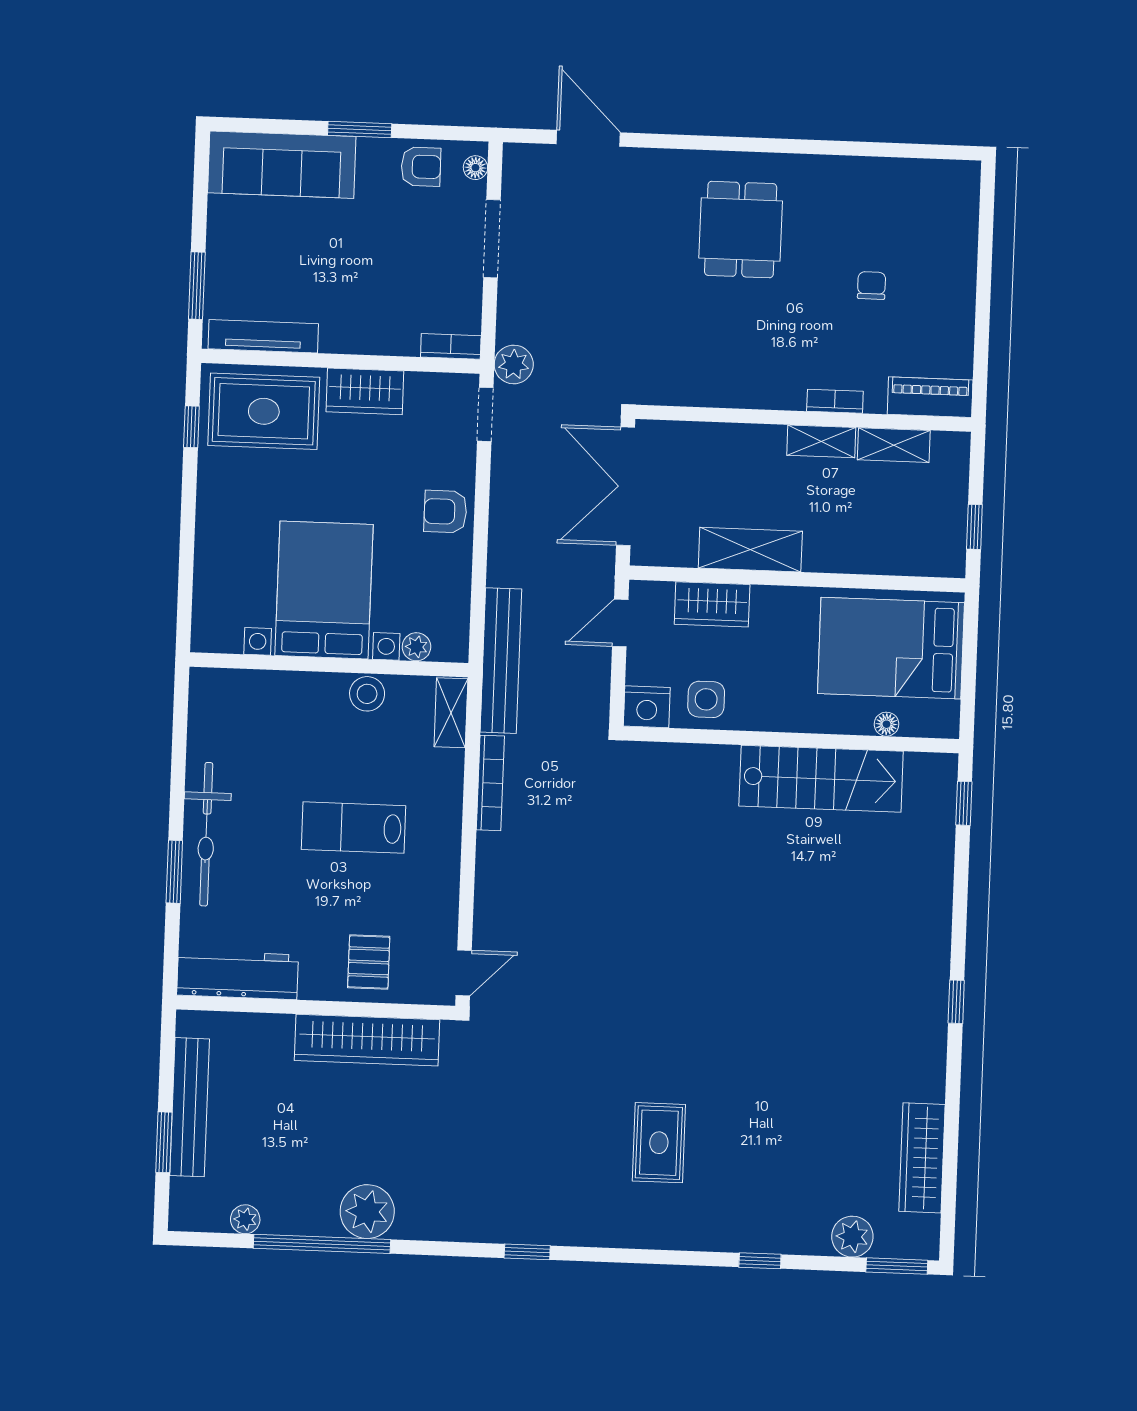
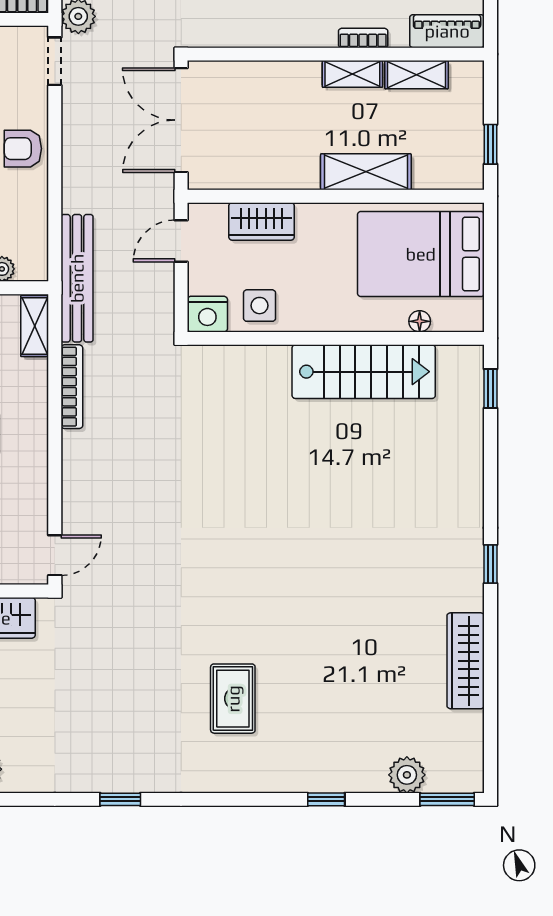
shelving: (750, 550) -> (366, 172), moved
wardrobe: (922, 1158) -> (466, 661), moved

